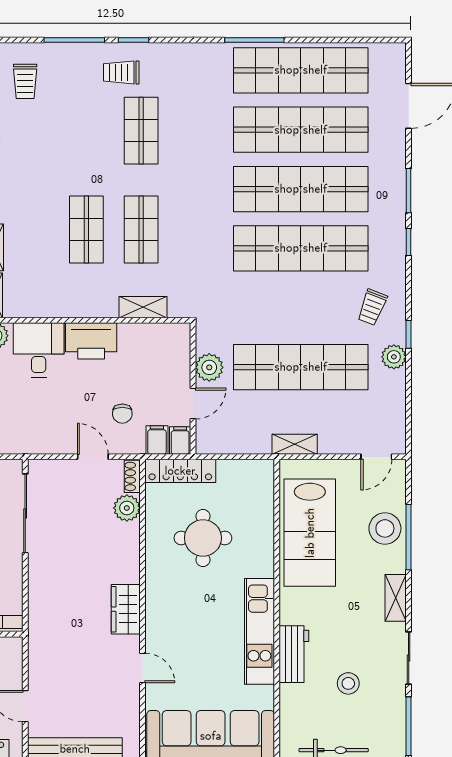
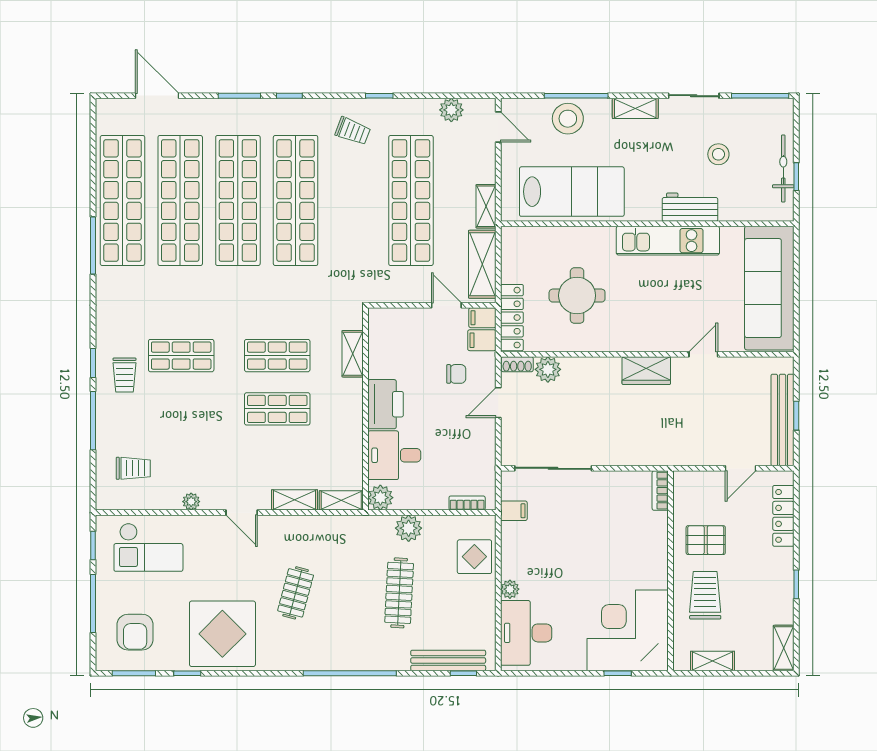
plant: (394, 357) -> (451, 110), moved
plant: (209, 367) -> (411, 289), removed
shelving: (235, 440) -> (482, 264), added

